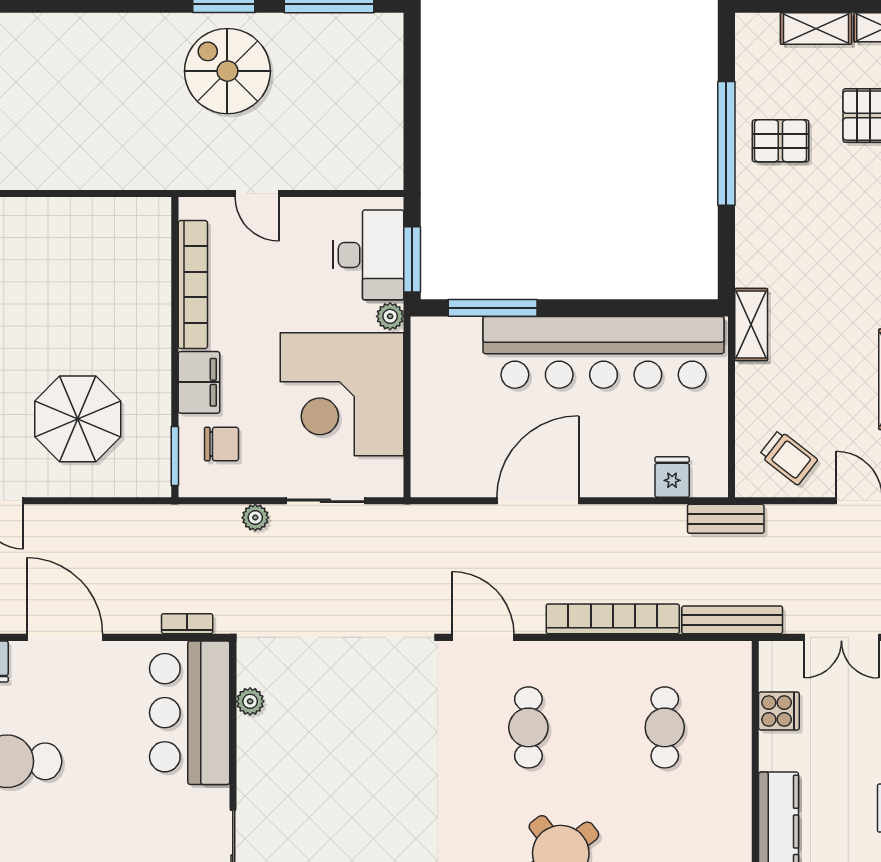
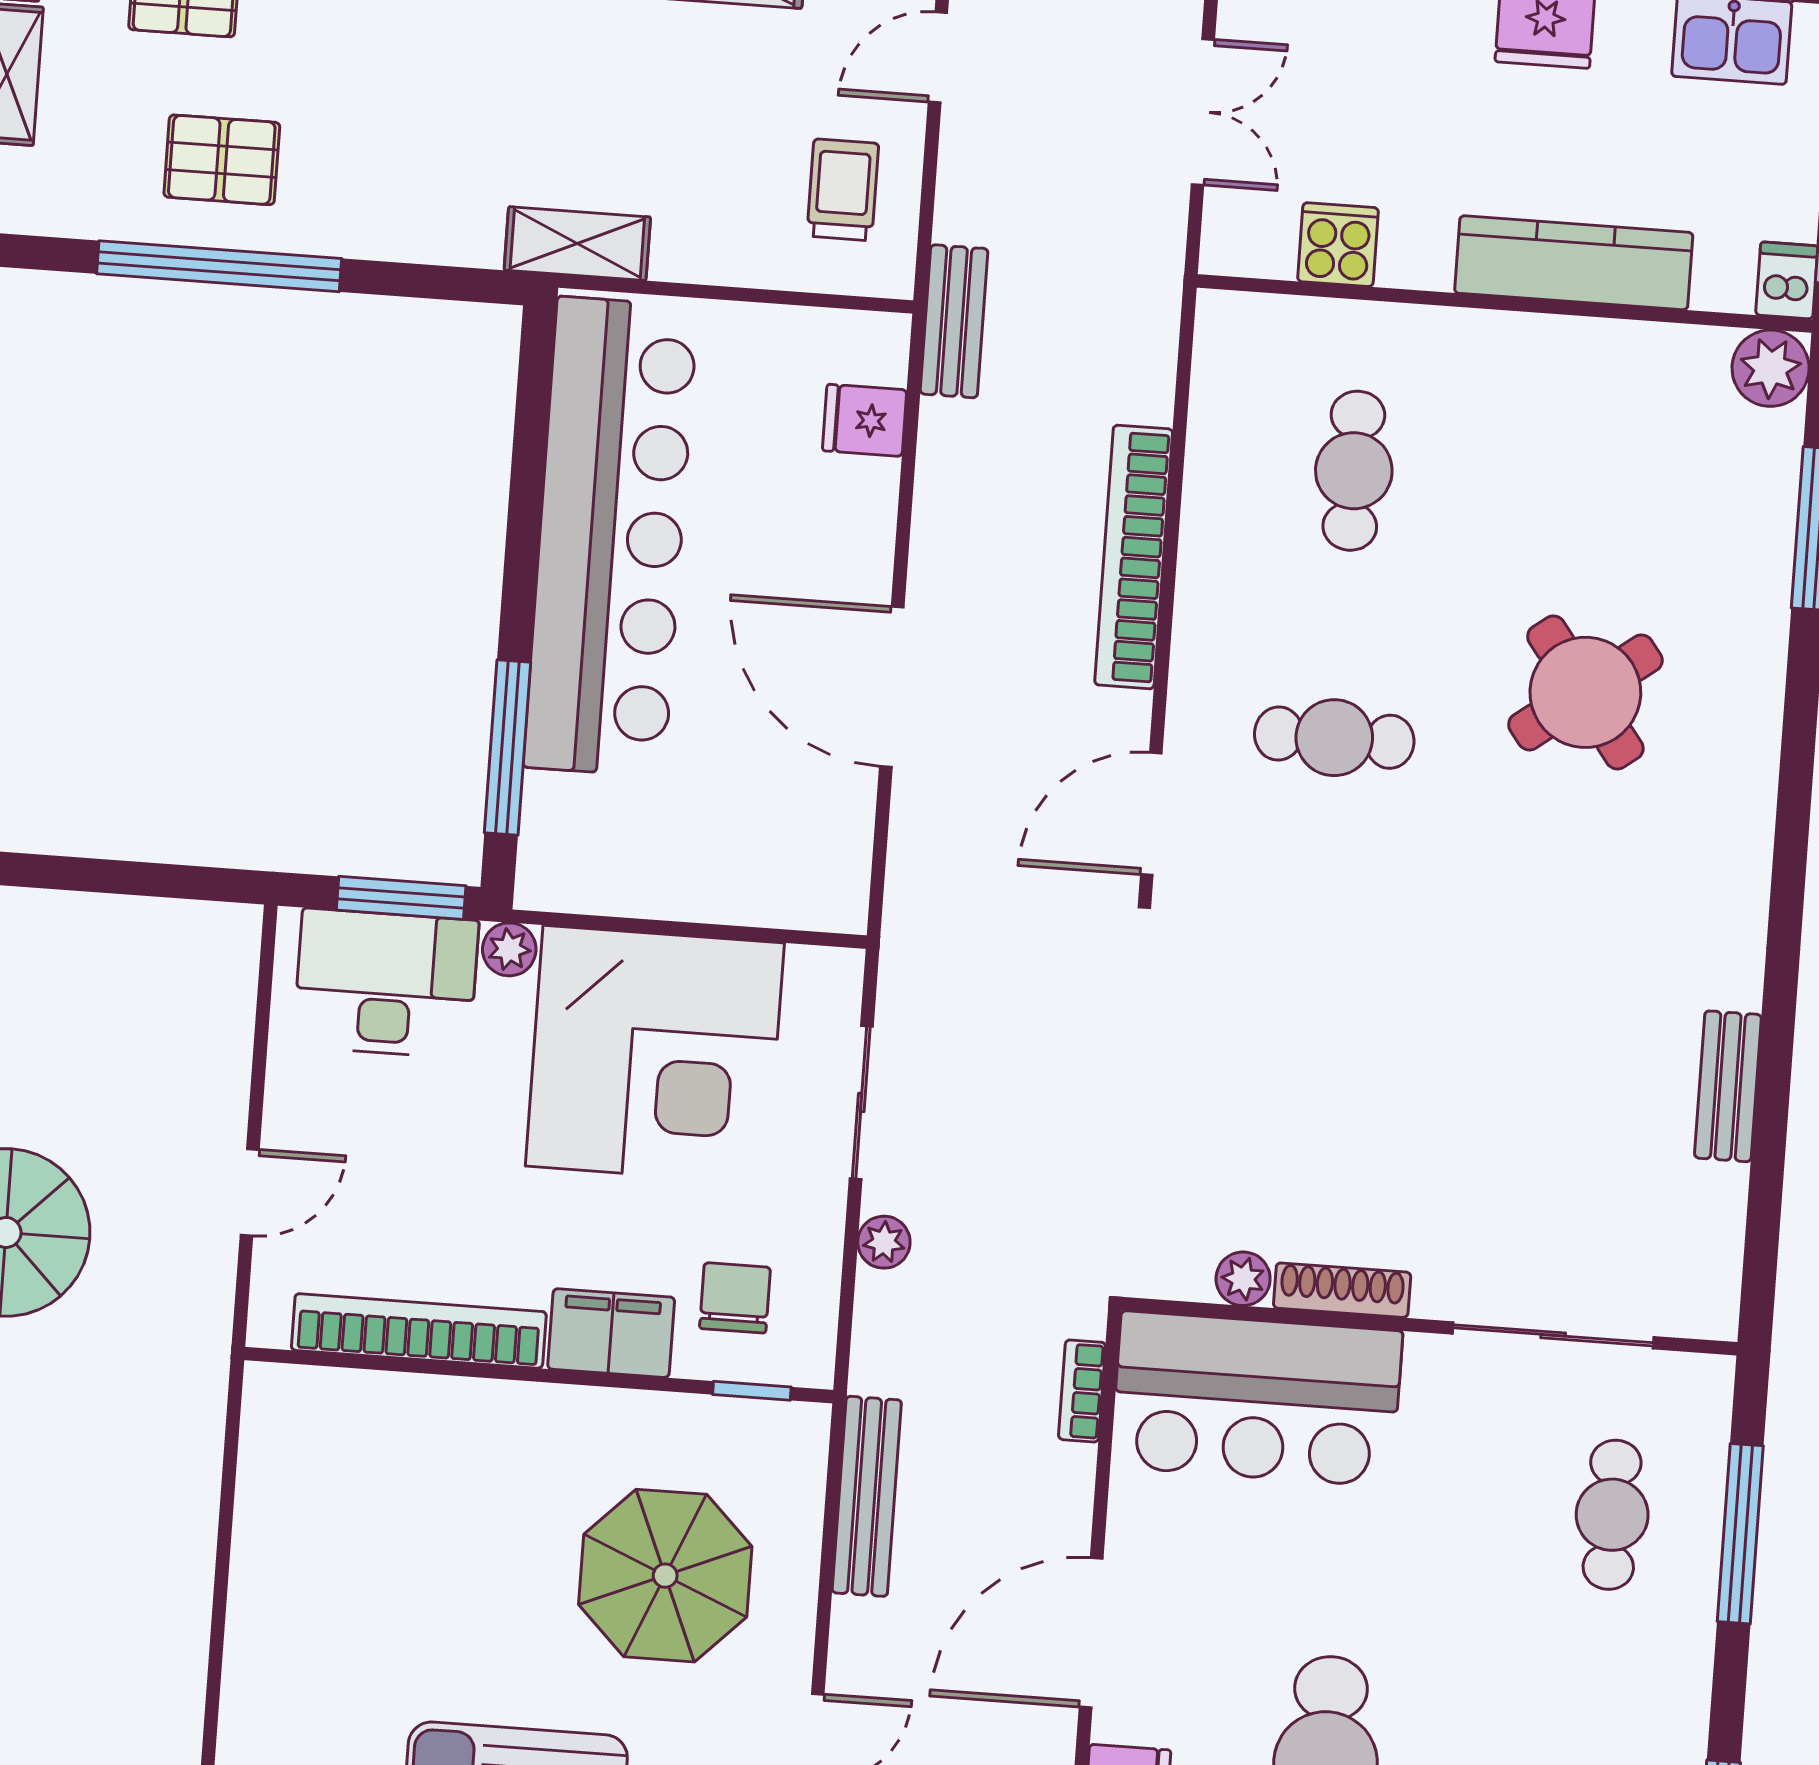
pallet: (780, 141) -> (222, 160), turned 90
window: (175, 456) -> (752, 1391), width x0.67
trolley: (788, 457) -> (843, 190), turned -38
bench: (732, 620) -> (867, 1496), moved
cafe table: (665, 727) -> (1354, 471), turned 90
shoe rack: (248, 752) -> (1342, 1290), added

